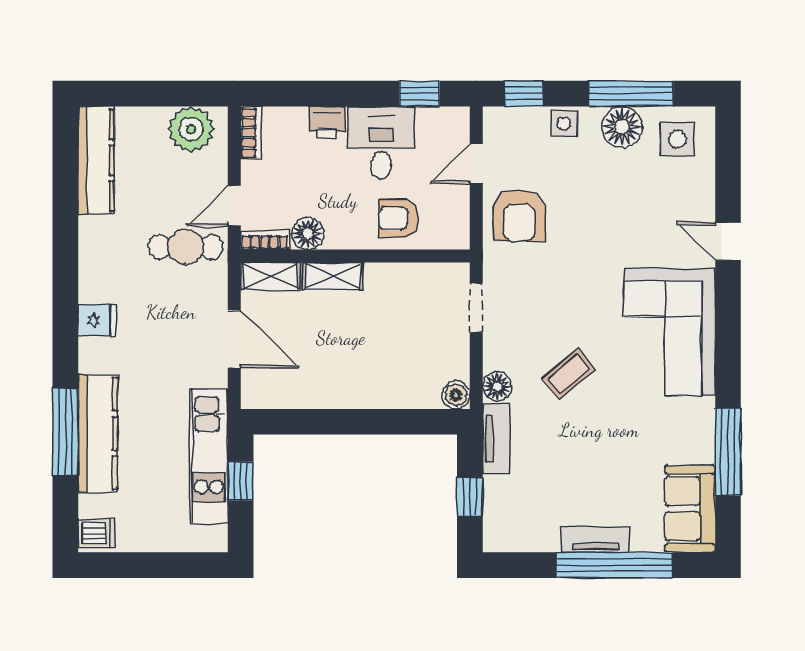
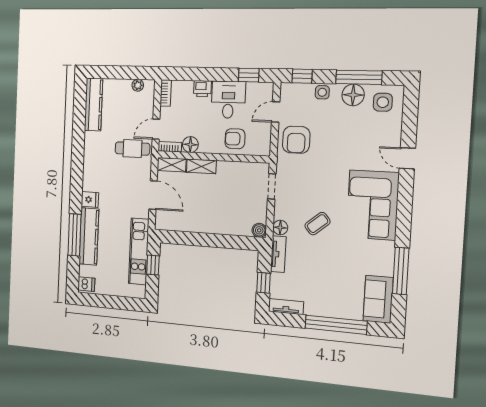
plant: (191, 129) -> (138, 85), width x0.53, depth x0.53
fridge: (97, 320) -> (90, 200), moved
tv unit: (596, 539) -> (286, 307), moved

